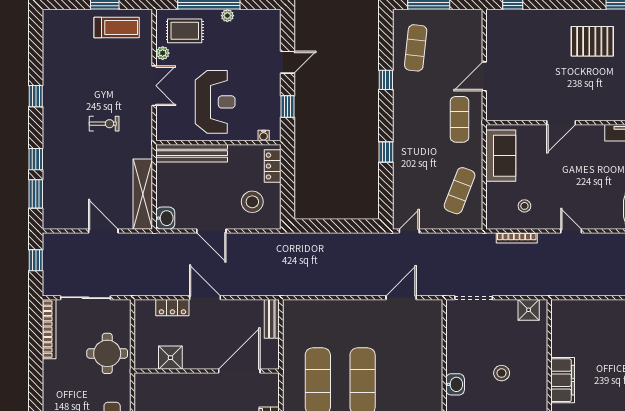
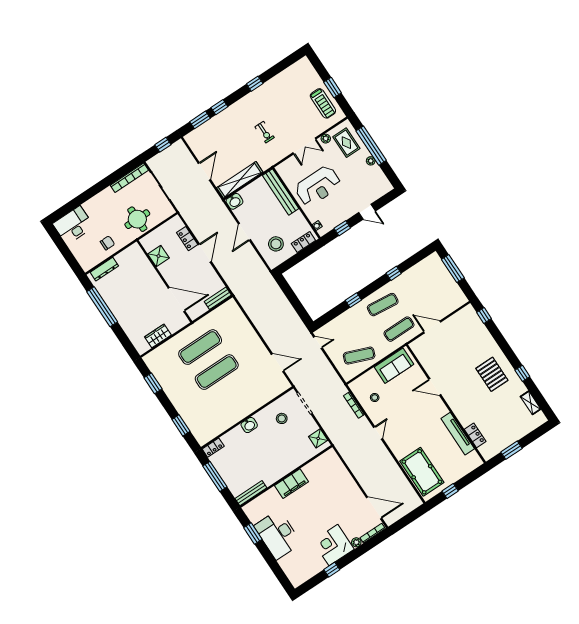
exercise mat: (416, 48) -> (383, 305), moved
stool: (502, 373) -> (282, 418), moved

